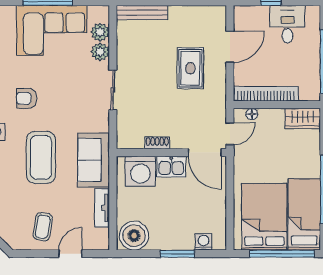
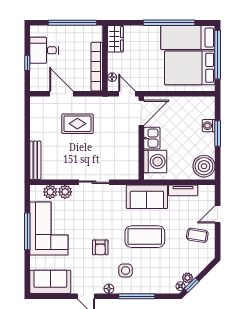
shoe rack: (157, 143) -> (134, 149), removed
washing machine: (203, 242) -> (209, 126), moved
door: (70, 254) -> (218, 214), hinge flipped

